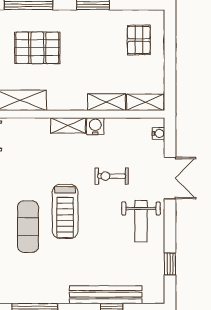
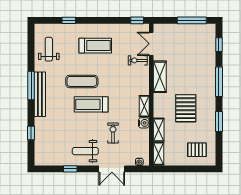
pallet: (37, 48) -> (186, 108), moved
window: (170, 264) -> (70, 169), moved
bench: (106, 295) -> (40, 94), moved

